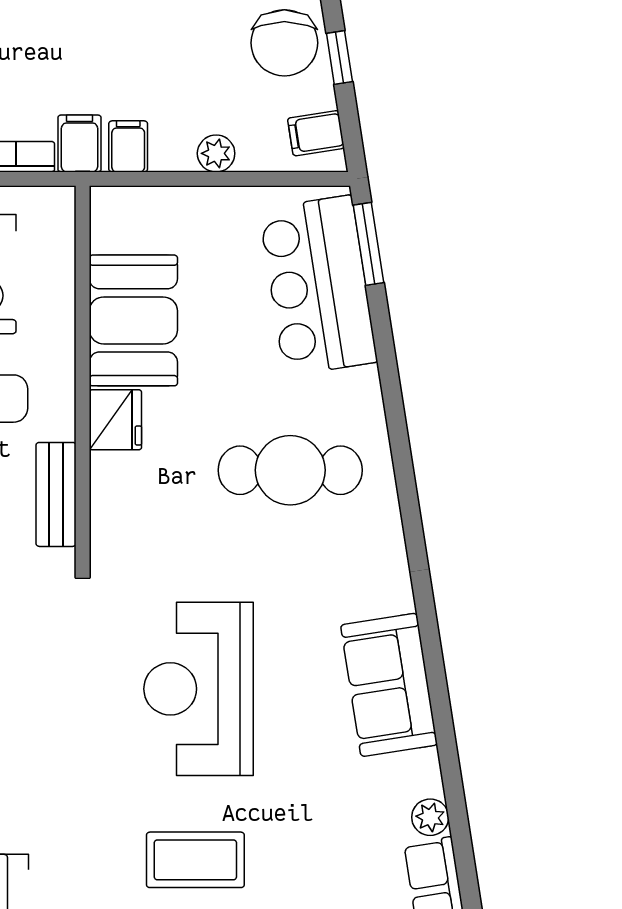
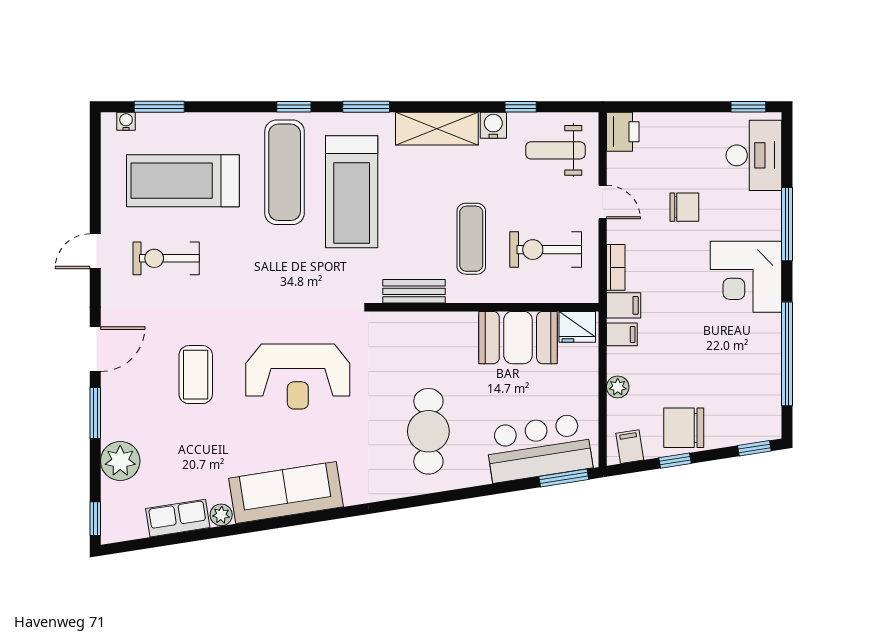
fridge: (115, 420) -> (577, 327), moved
sofa: (389, 685) -> (286, 492), width x1.36
reception desk: (199, 689) -> (298, 376), turned 180

